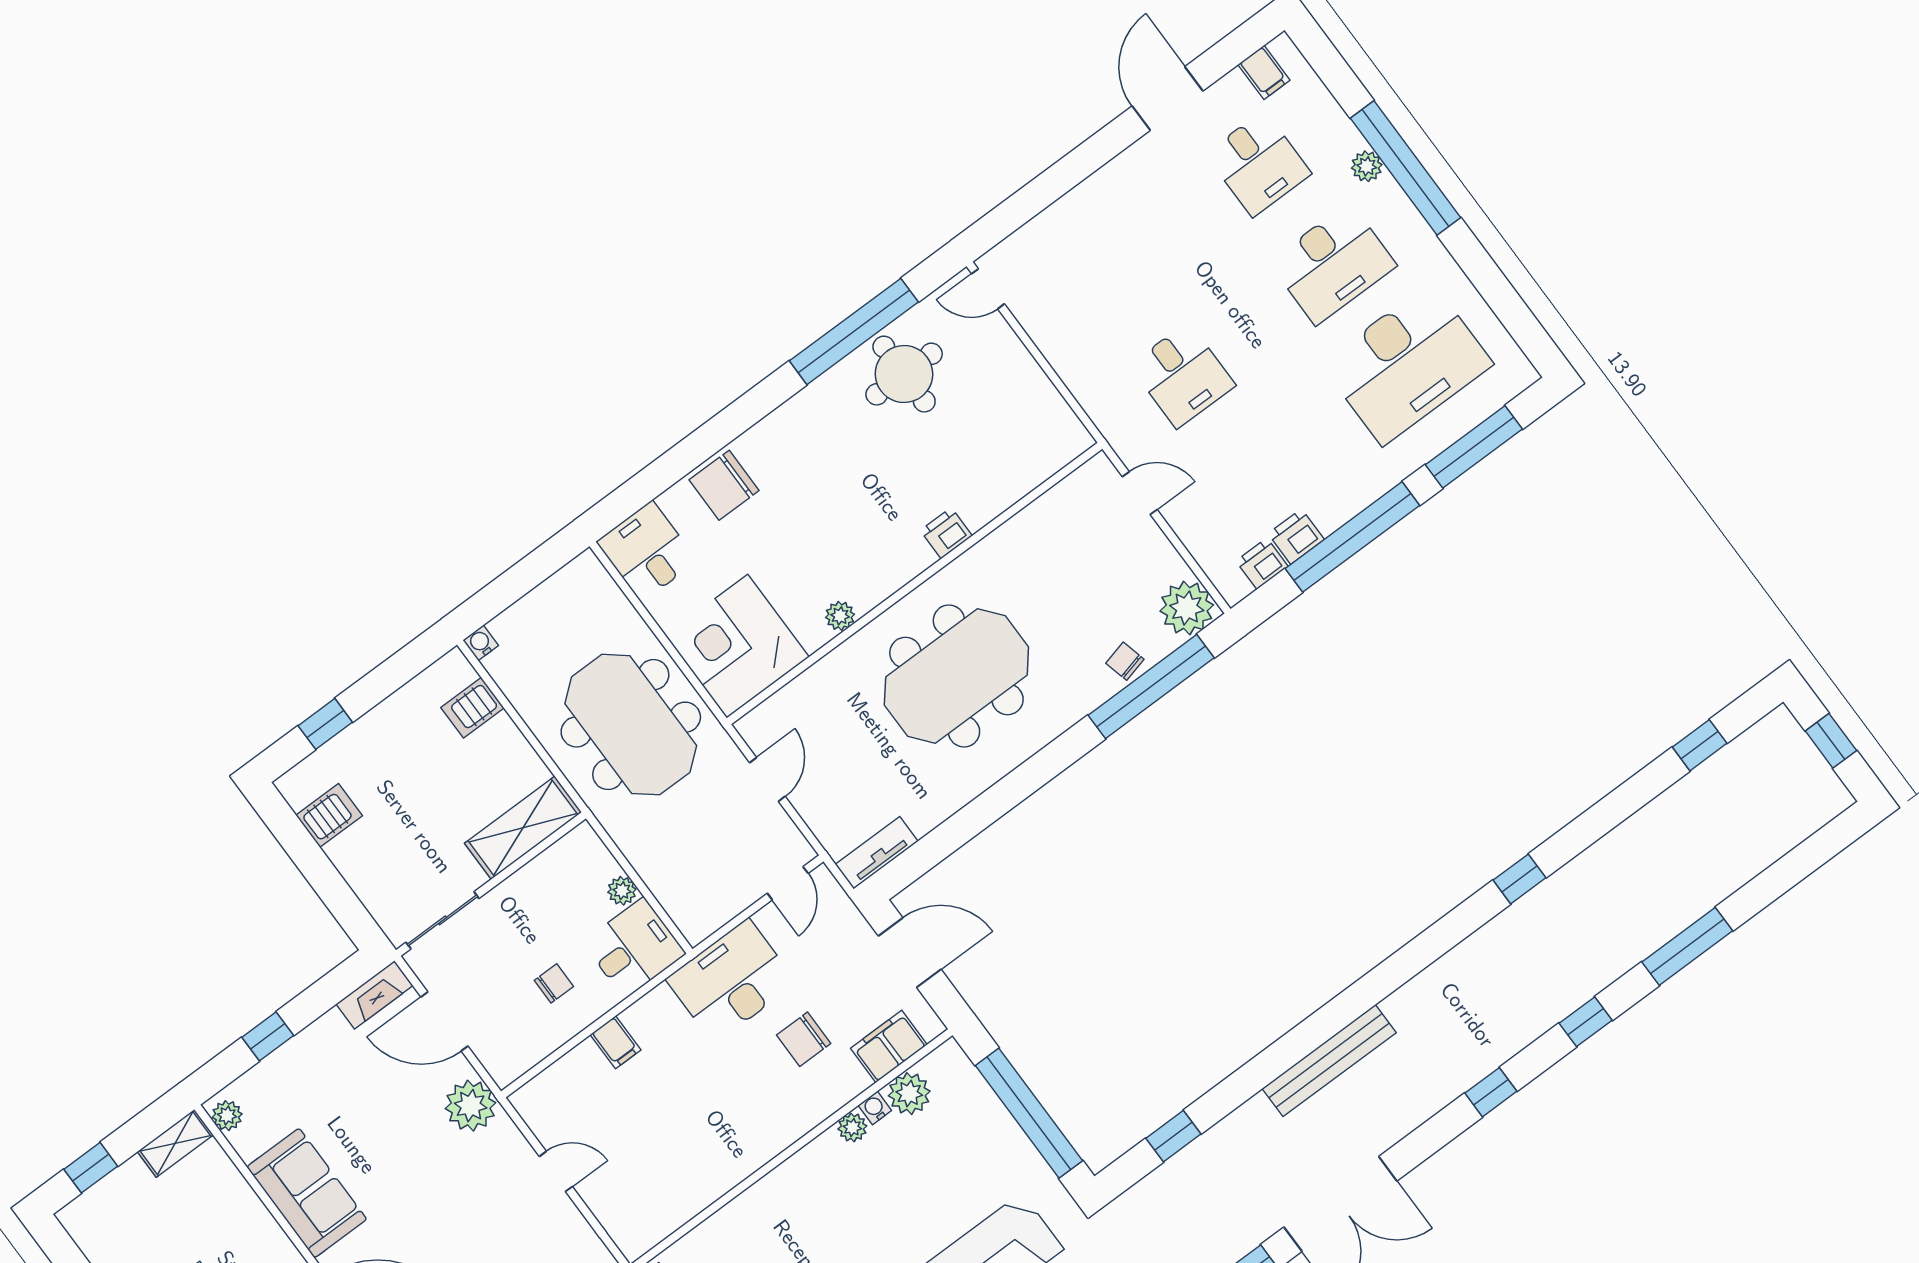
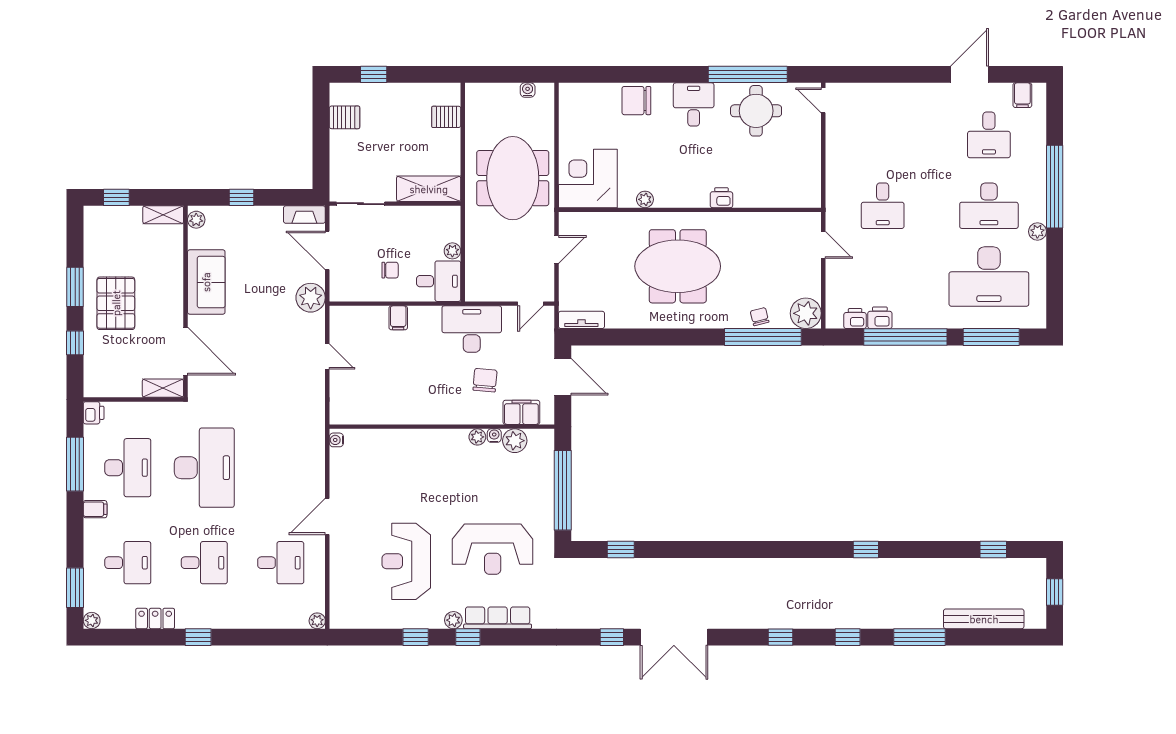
plant: (1367, 166) -> (1037, 232), moved
desk: (647, 551) -> (694, 104), moved
water cooler: (481, 643) -> (528, 90), moved
chair: (804, 1039) -> (485, 380), turned 95
bench: (1329, 1061) -> (984, 619), moved

